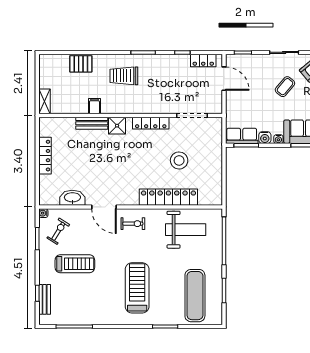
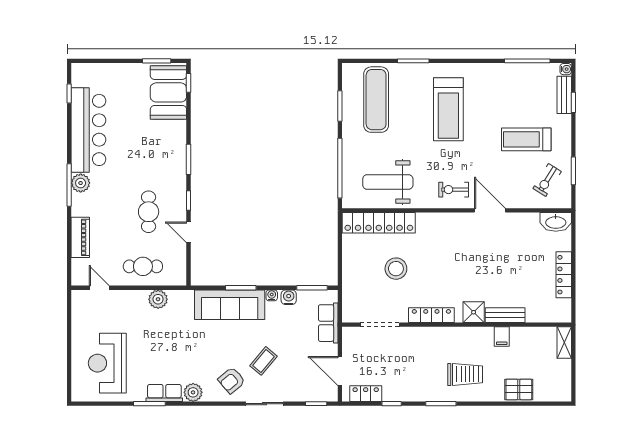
row of seats: (242, 136) -> (328, 323), moved, turned 90
locker: (168, 197) -> (379, 223), moved
washbasin: (72, 198) -> (556, 222), moved
water cooler: (43, 213) -> (566, 69), moved

